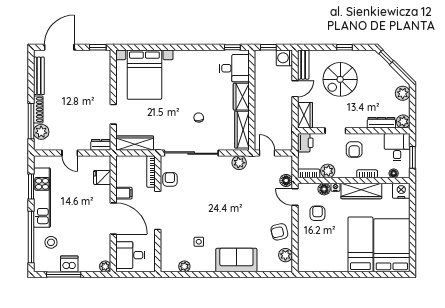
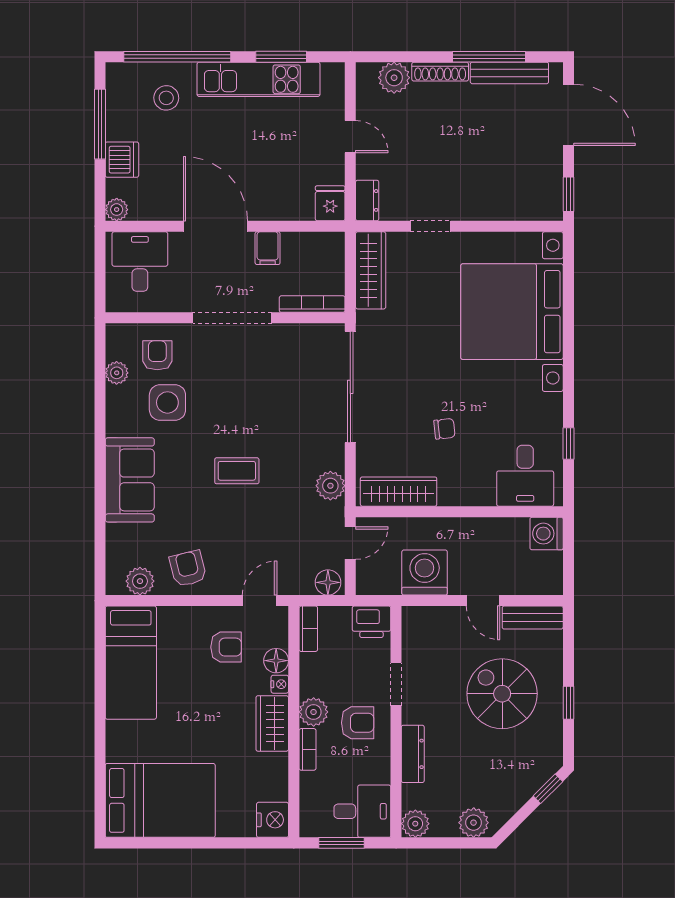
window: (232, 47) -> (568, 443), moved
window: (268, 47) -> (568, 546), removed
washing machine: (284, 58) -> (547, 534), moved, turned -90
bed with nightstands: (144, 75) -> (512, 312), width x1.36
wardrobe: (241, 97) -> (467, 490), removed
wardrobe: (305, 115) -> (428, 621), removed
chair: (199, 117) -> (444, 429), moved
washing machine: (281, 117) -> (425, 573), added
window: (31, 121) -> (489, 57), moved
dresser: (381, 123) -> (413, 754), moved
armchair: (354, 149) -> (358, 723), turned 180
door: (70, 153) -> (350, 137), swing flipped
plant: (328, 171) -> (314, 712), moved
floor lamp: (394, 173) -> (308, 804), removed
fridge: (102, 177) -> (330, 203), moved
armchair: (170, 179) -> (157, 355), moved, turned -90
floor lamp: (286, 180) -> (328, 582), moved
wardrobe: (361, 191) -> (272, 723), width x0.67
coffee table: (232, 208) -> (237, 471), added
door: (113, 218) -> (215, 226), swing flipped
side table: (199, 242) -> (167, 402), width x1.87, depth x1.87
bed: (360, 244) -> (131, 663), moved, turned 90
dishwasher: (69, 264) -> (122, 160), moved

